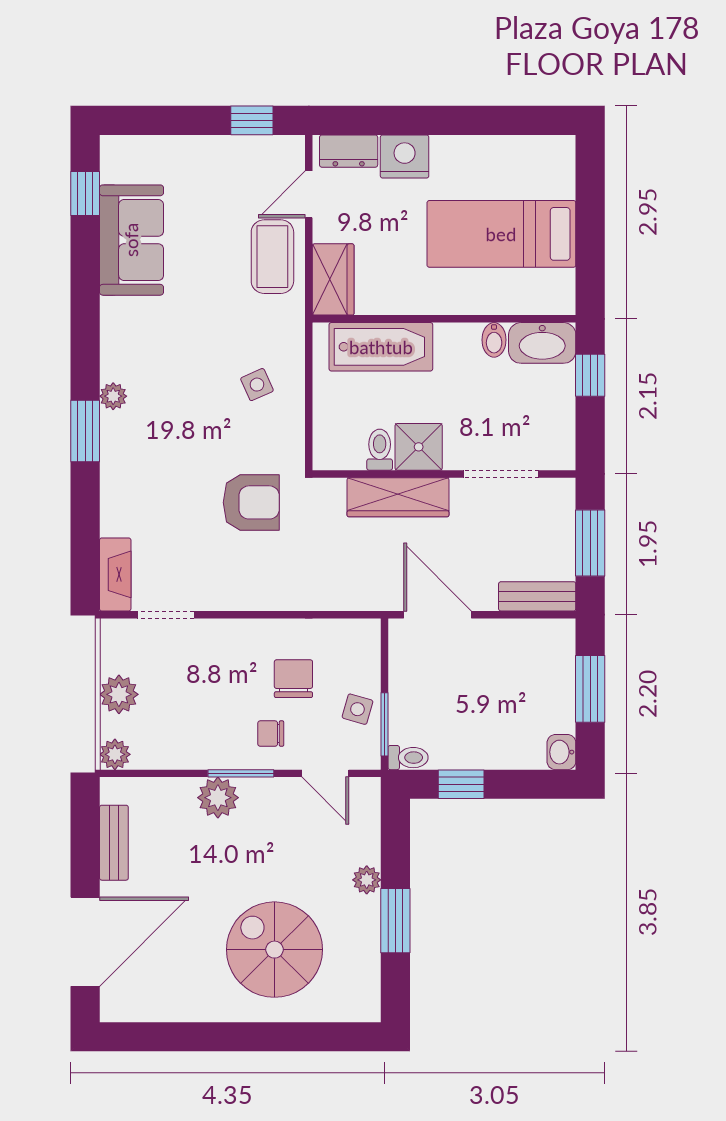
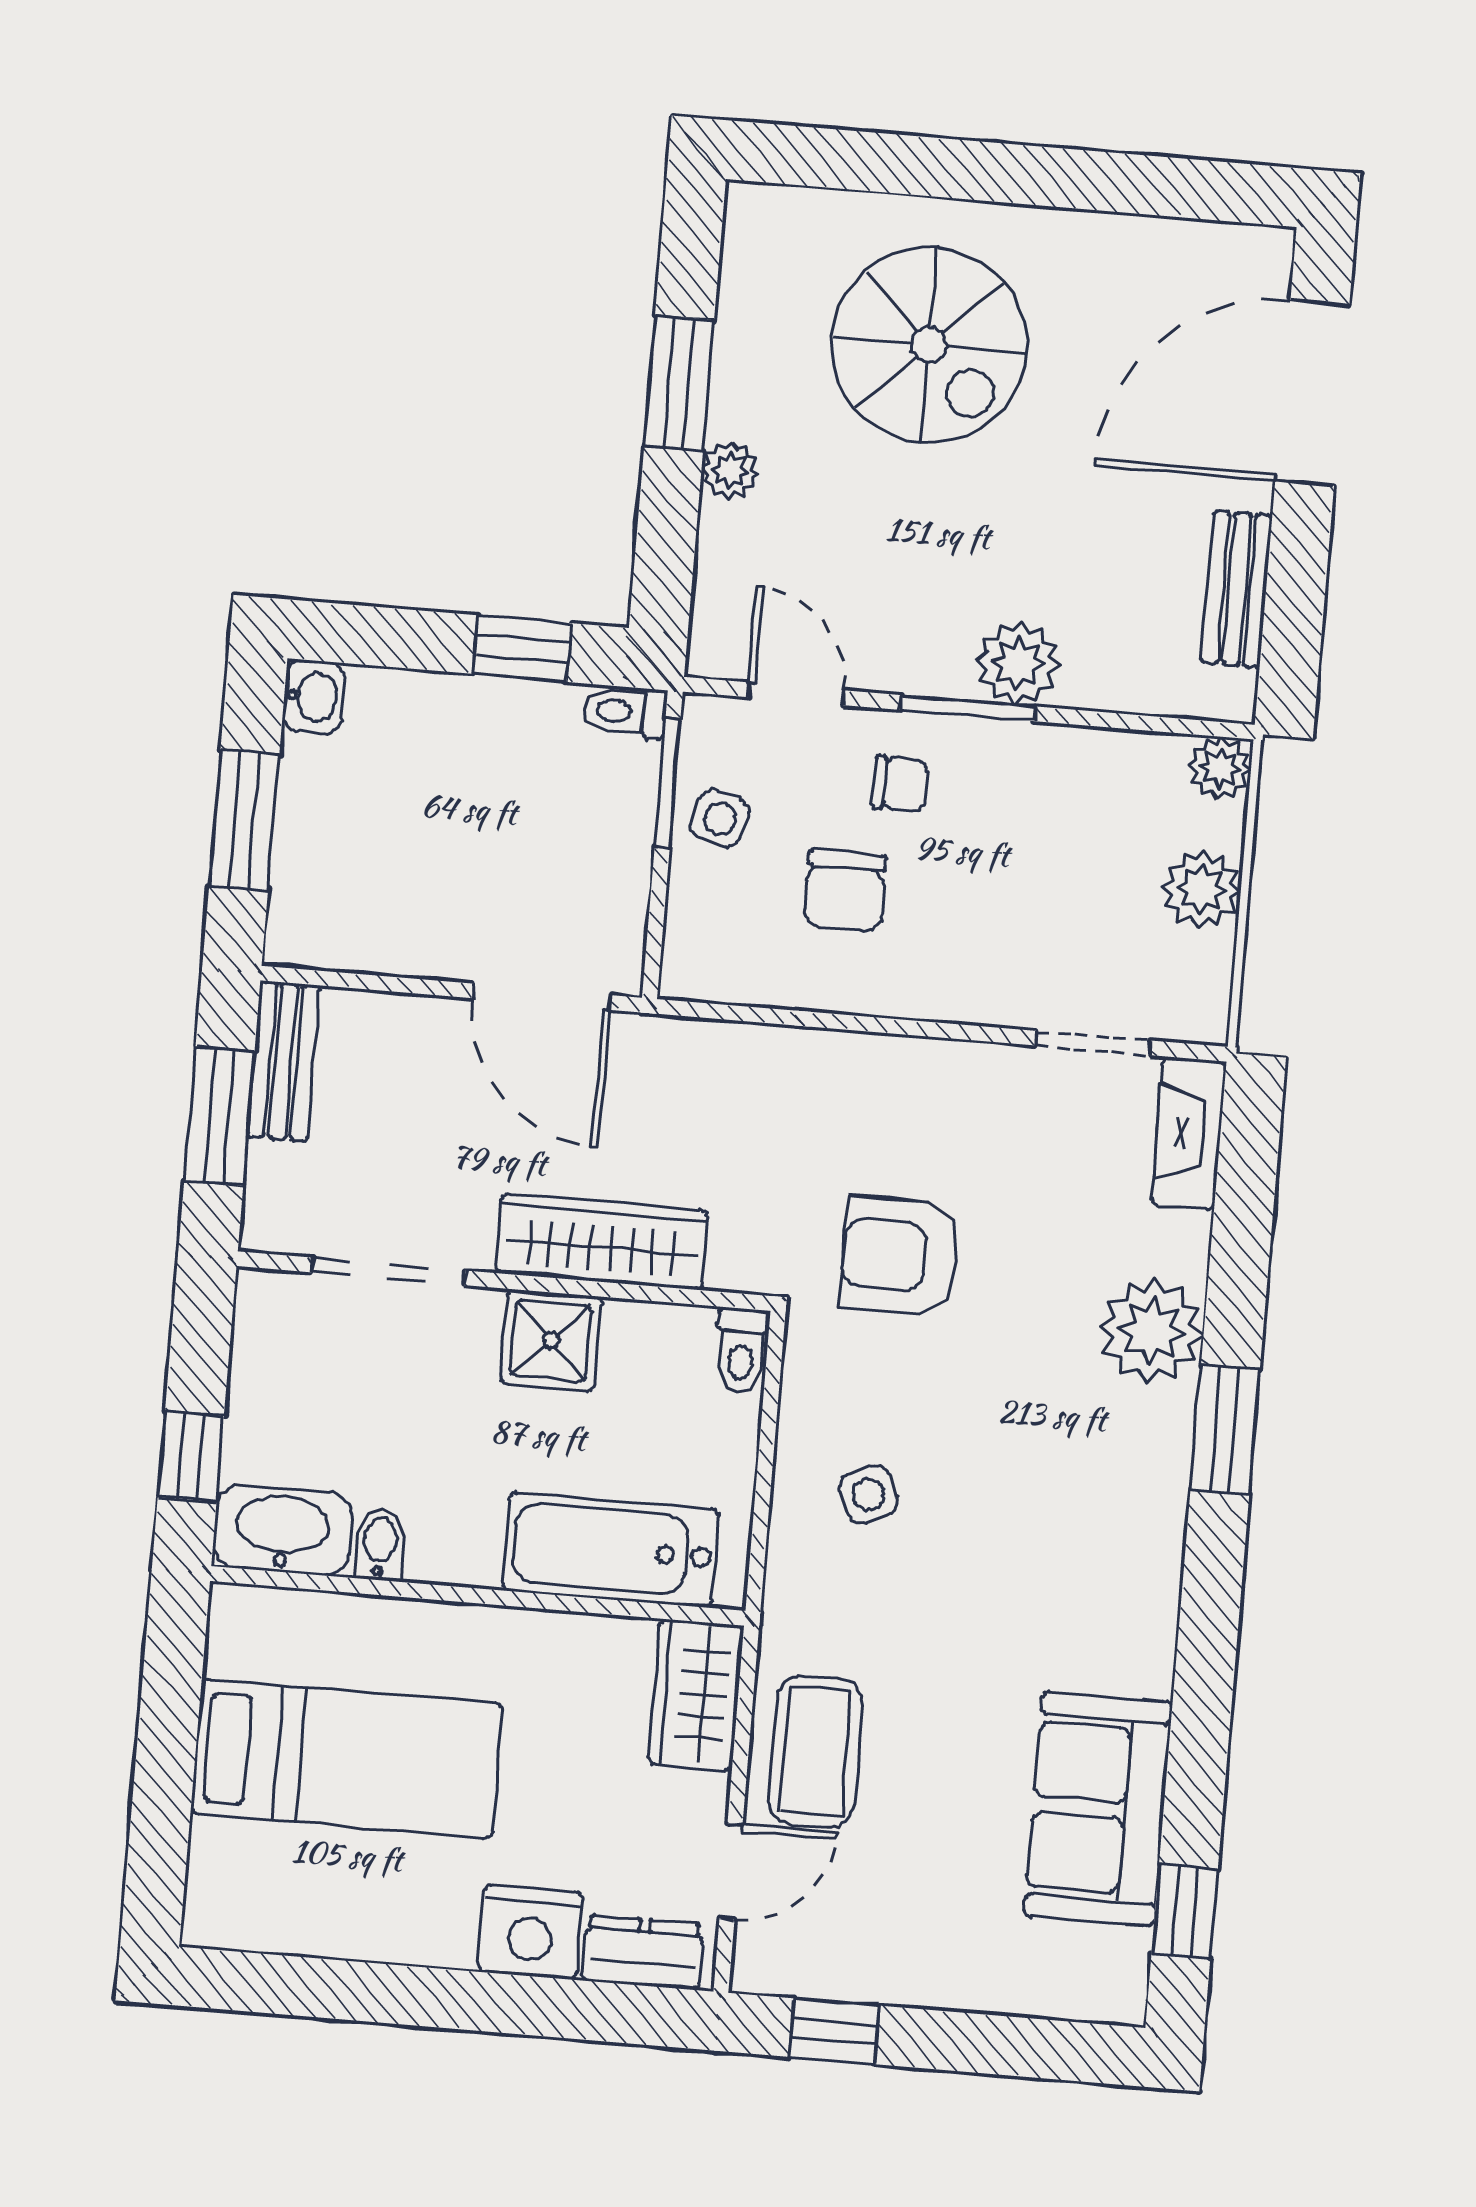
plant: (113, 396) -> (1152, 1331), moved, width x1.88, depth x1.88
toilet: (380, 450) -> (741, 1351), moved
bench: (537, 596) -> (284, 1061), moved, turned 90

